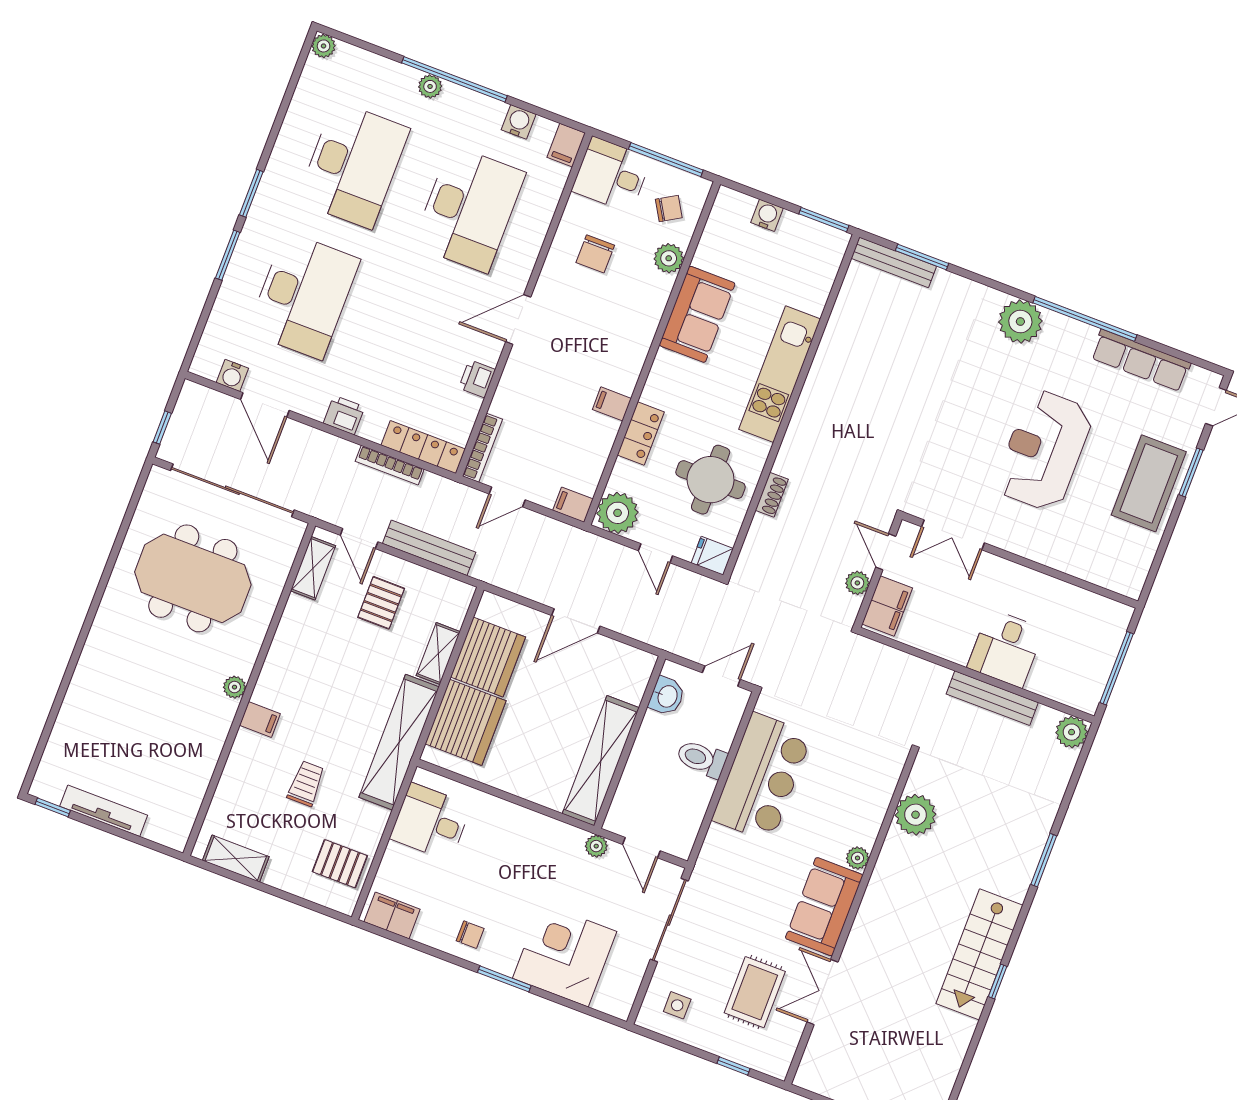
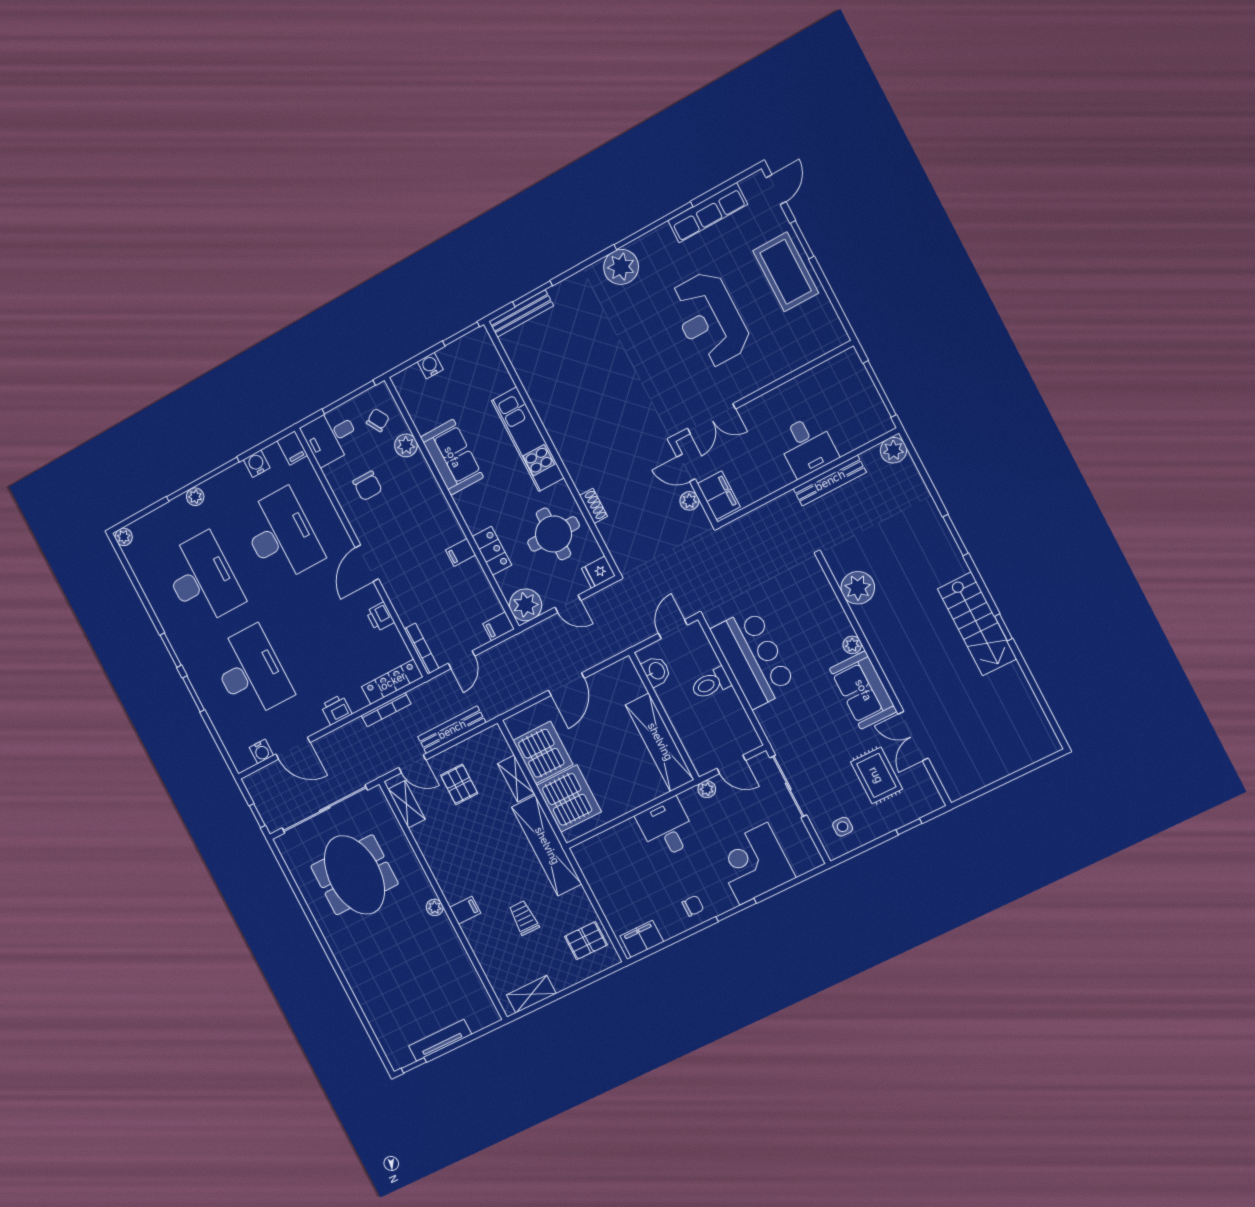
meeting table: (193, 578) -> (354, 875), turned 90
desk: (431, 822) -> (667, 828), moved, turned 90

